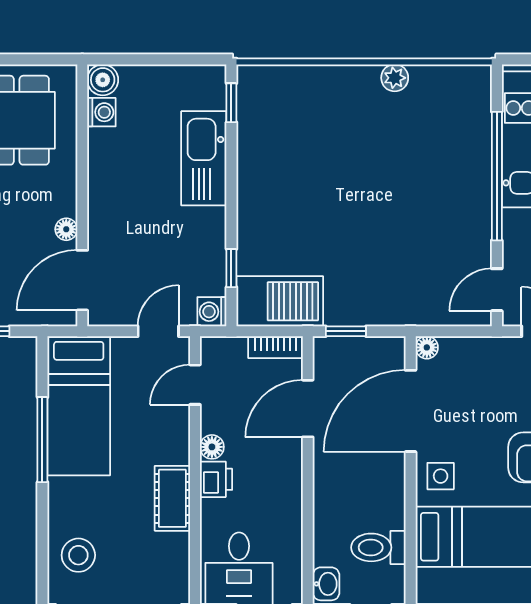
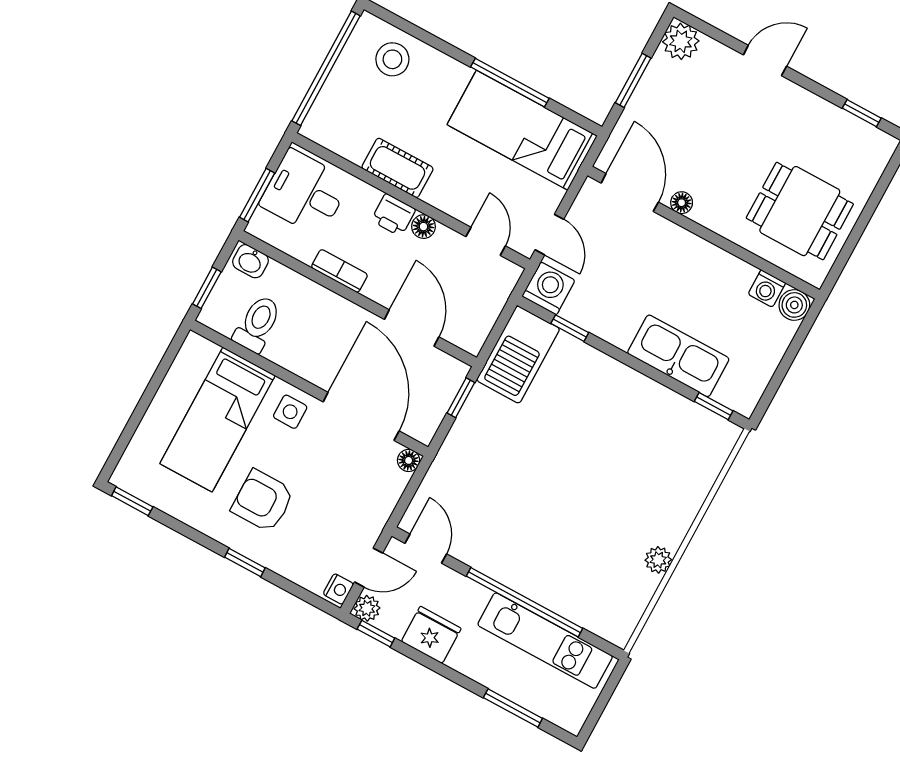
washing machine: (212, 312) -> (549, 288), width x1.38, depth x1.38
bookcase: (275, 347) -> (339, 271), moved, turned 90

